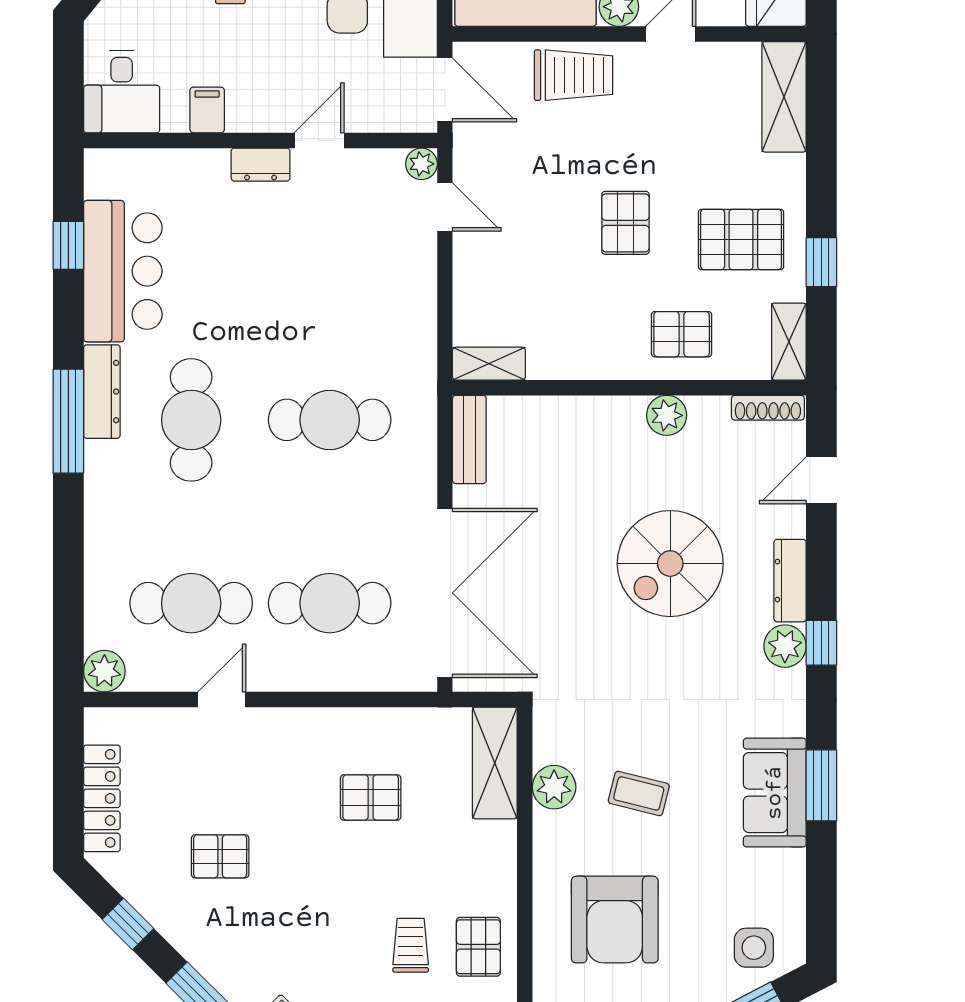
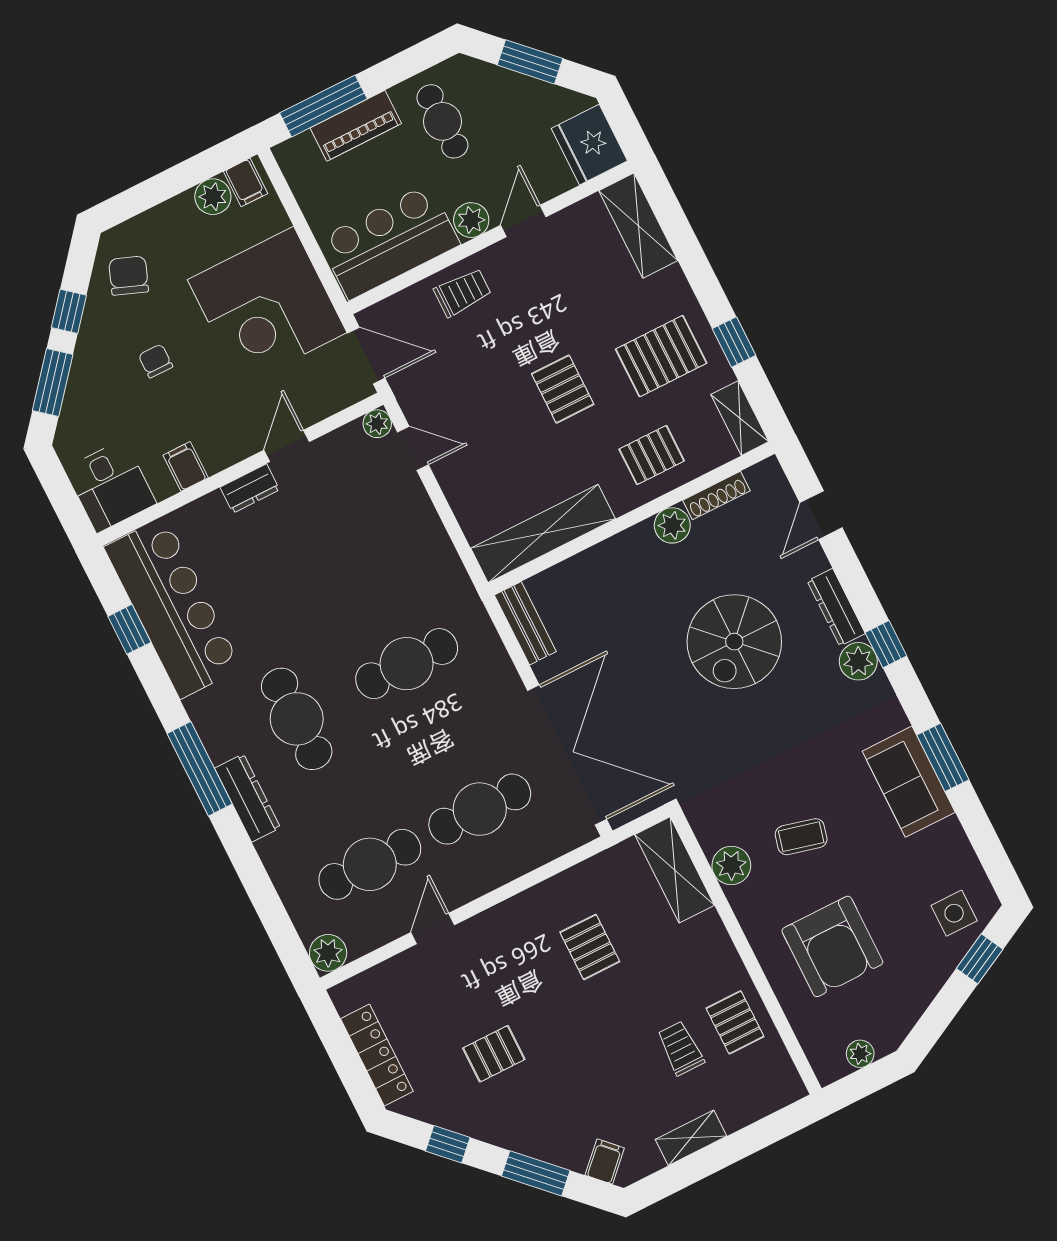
trolley: (574, 75) -> (462, 292), width x0.73, depth x0.72
bar counter: (123, 271) -> (173, 608), width x1.36
shelving: (489, 364) -> (543, 534), width x2.20, depth x1.33
dresser: (102, 392) -> (248, 798), moved
shoe rack: (768, 408) -> (716, 496), moved
pallet: (371, 797) -> (590, 947), turned 90

